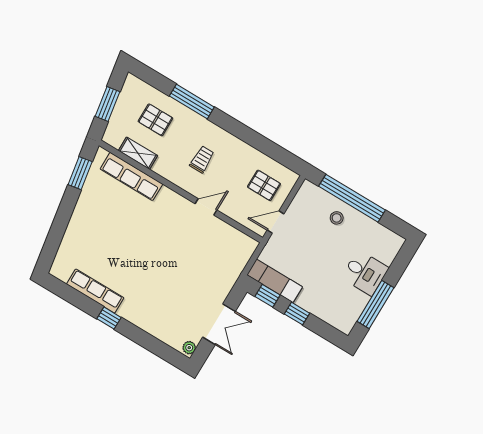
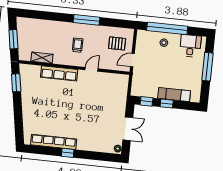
window: (192, 102) -> (86, 20), moved
pallet: (155, 120) -> (43, 36), removed
row of seats: (131, 176) -> (59, 73), moved
desk: (365, 273) -> (190, 46), moved, turned -90
exam couch: (275, 281) -> (174, 95), moved
row of seats: (95, 291) -> (54, 142), width x1.36
window: (375, 304) -> (207, 67), moved

